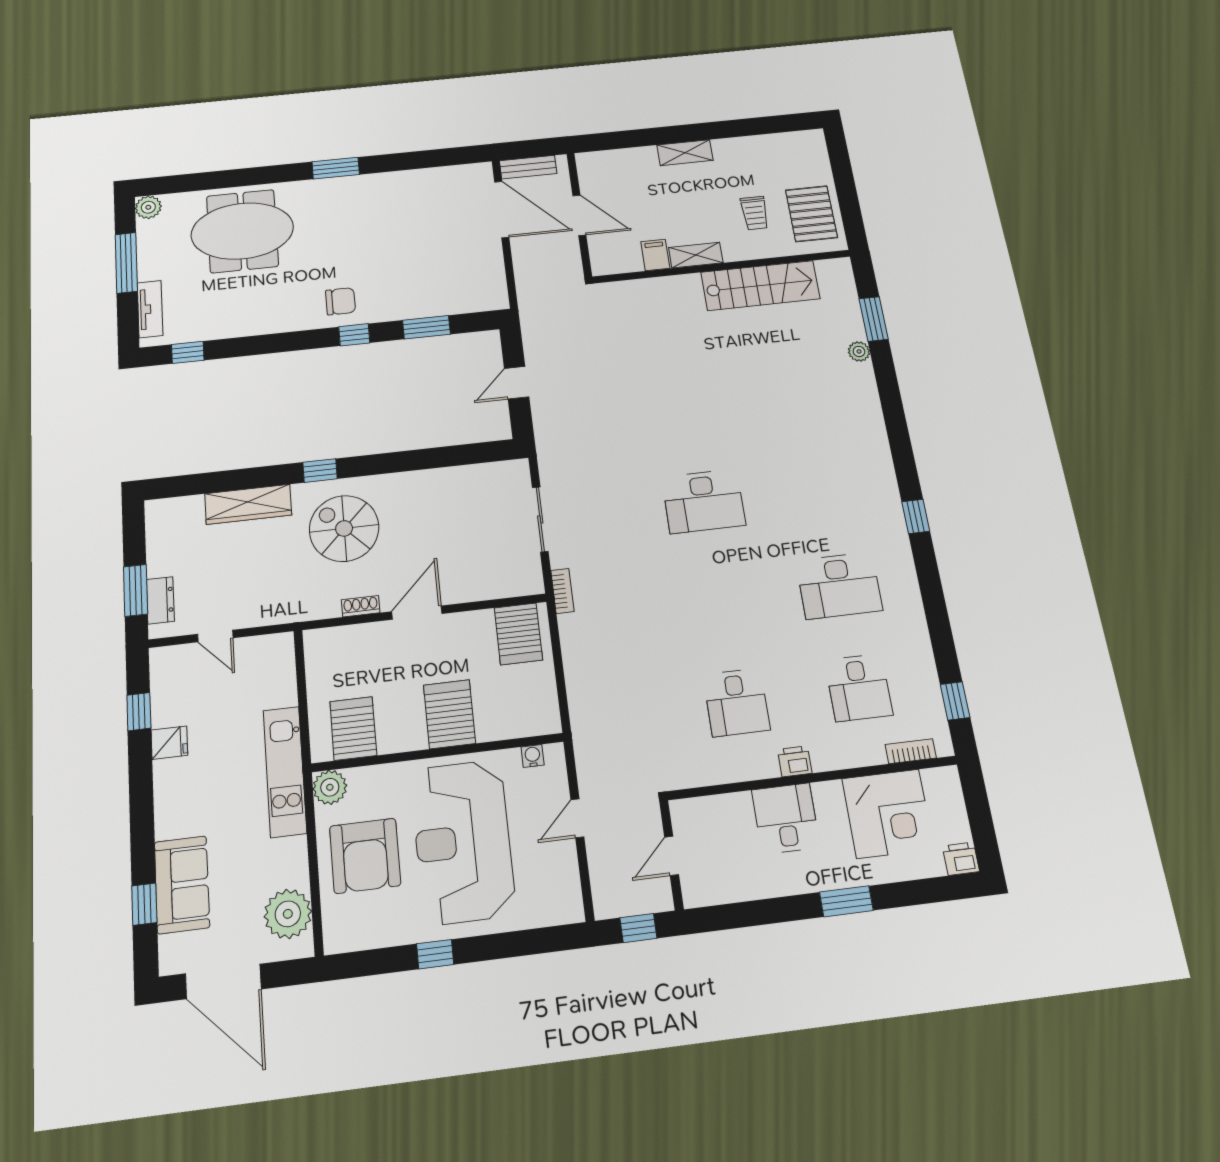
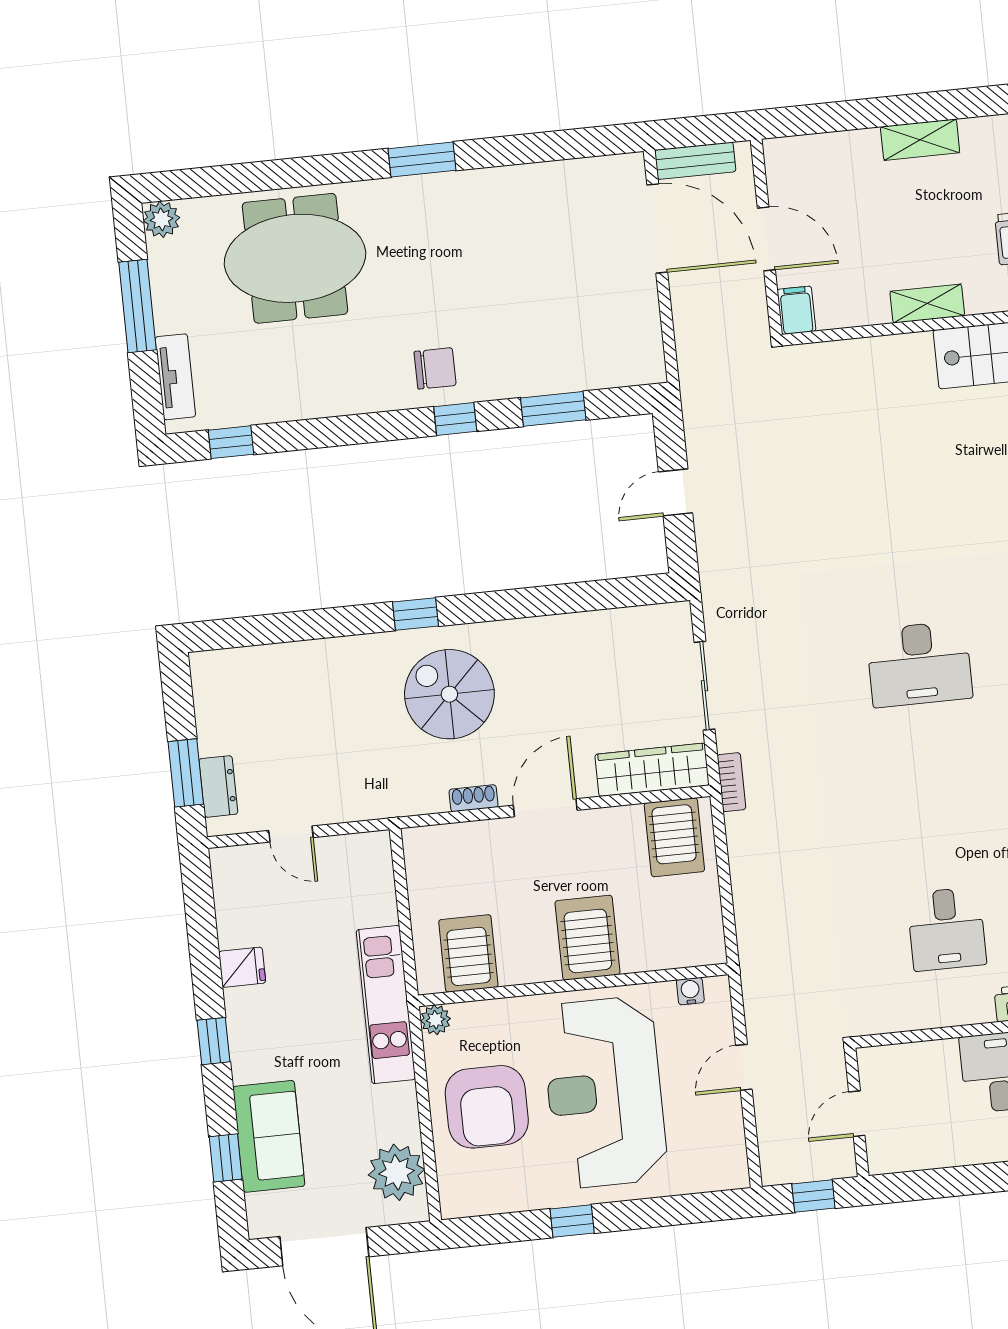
filing cabinet: (655, 255) -> (796, 310), moved
wardrobe: (248, 504) -> (652, 770), moved, turned 180
window: (139, 712) -> (214, 1041), moved
plant: (330, 787) -> (435, 1020), width x0.73, depth x0.73

